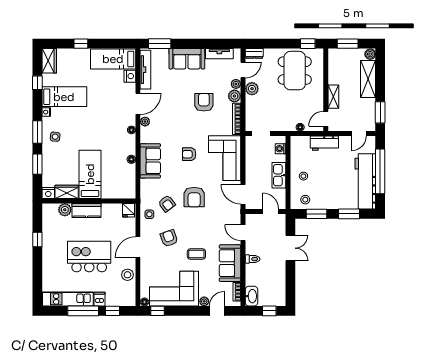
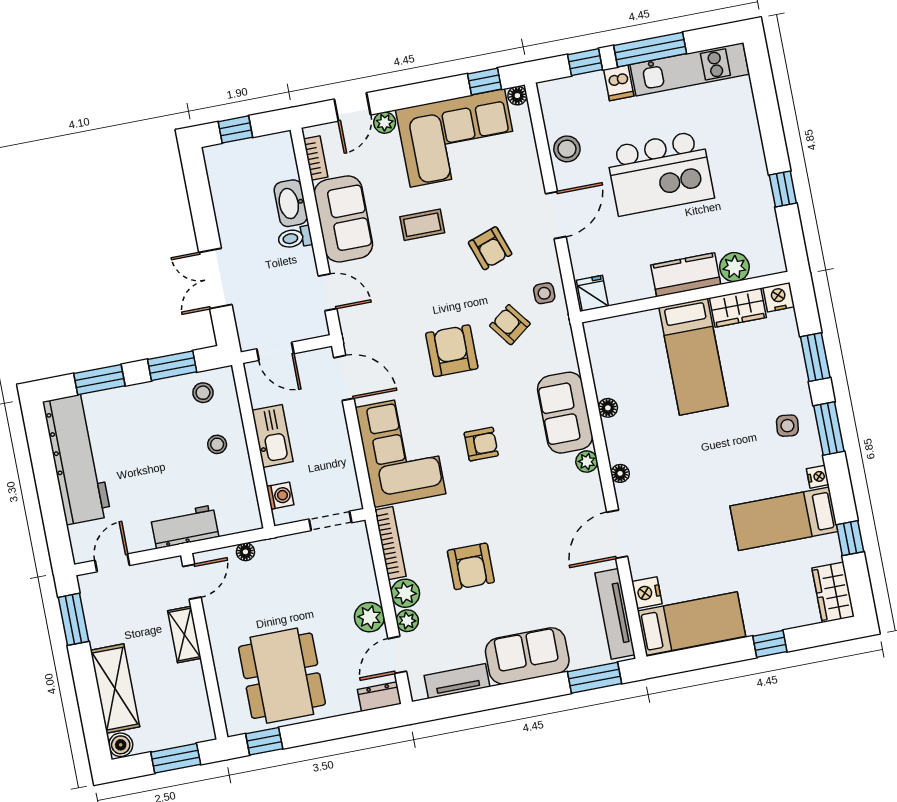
plant: (145, 122) -> (587, 462), moved
window: (380, 171) -> (48, 488), removed
washbasin: (252, 296) -> (291, 203), moved

